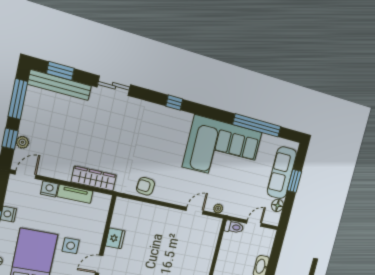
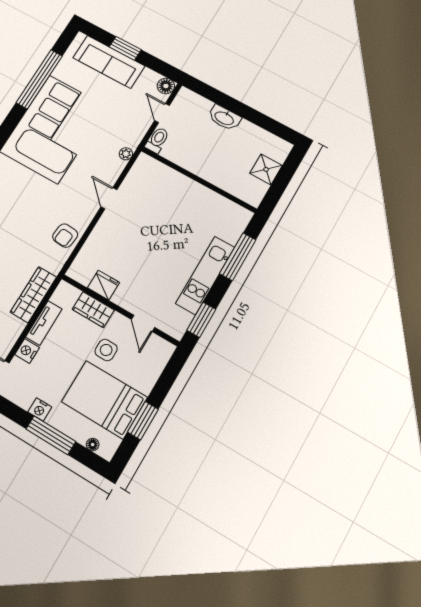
floor lamp: (277, 205) -> (166, 86), moved
door: (195, 211) -> (109, 198), moved
wardrobe: (97, 226) -> (93, 310), added
fridge: (115, 238) -> (104, 285), moved

